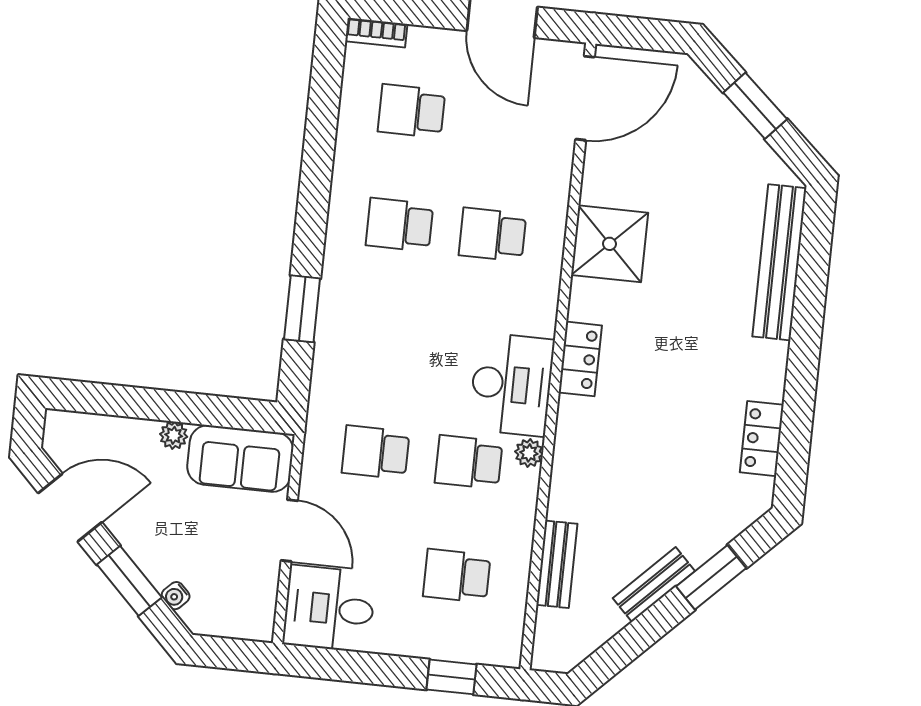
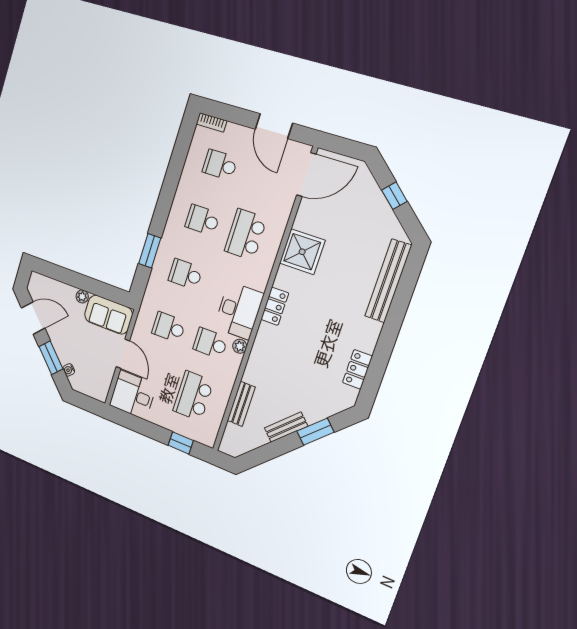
window: (755, 106) -> (394, 196), width x0.67
school desk: (493, 235) -> (246, 234), width x1.85
school desk: (388, 339) -> (185, 274), added
school desk: (457, 576) -> (193, 396), width x1.85

